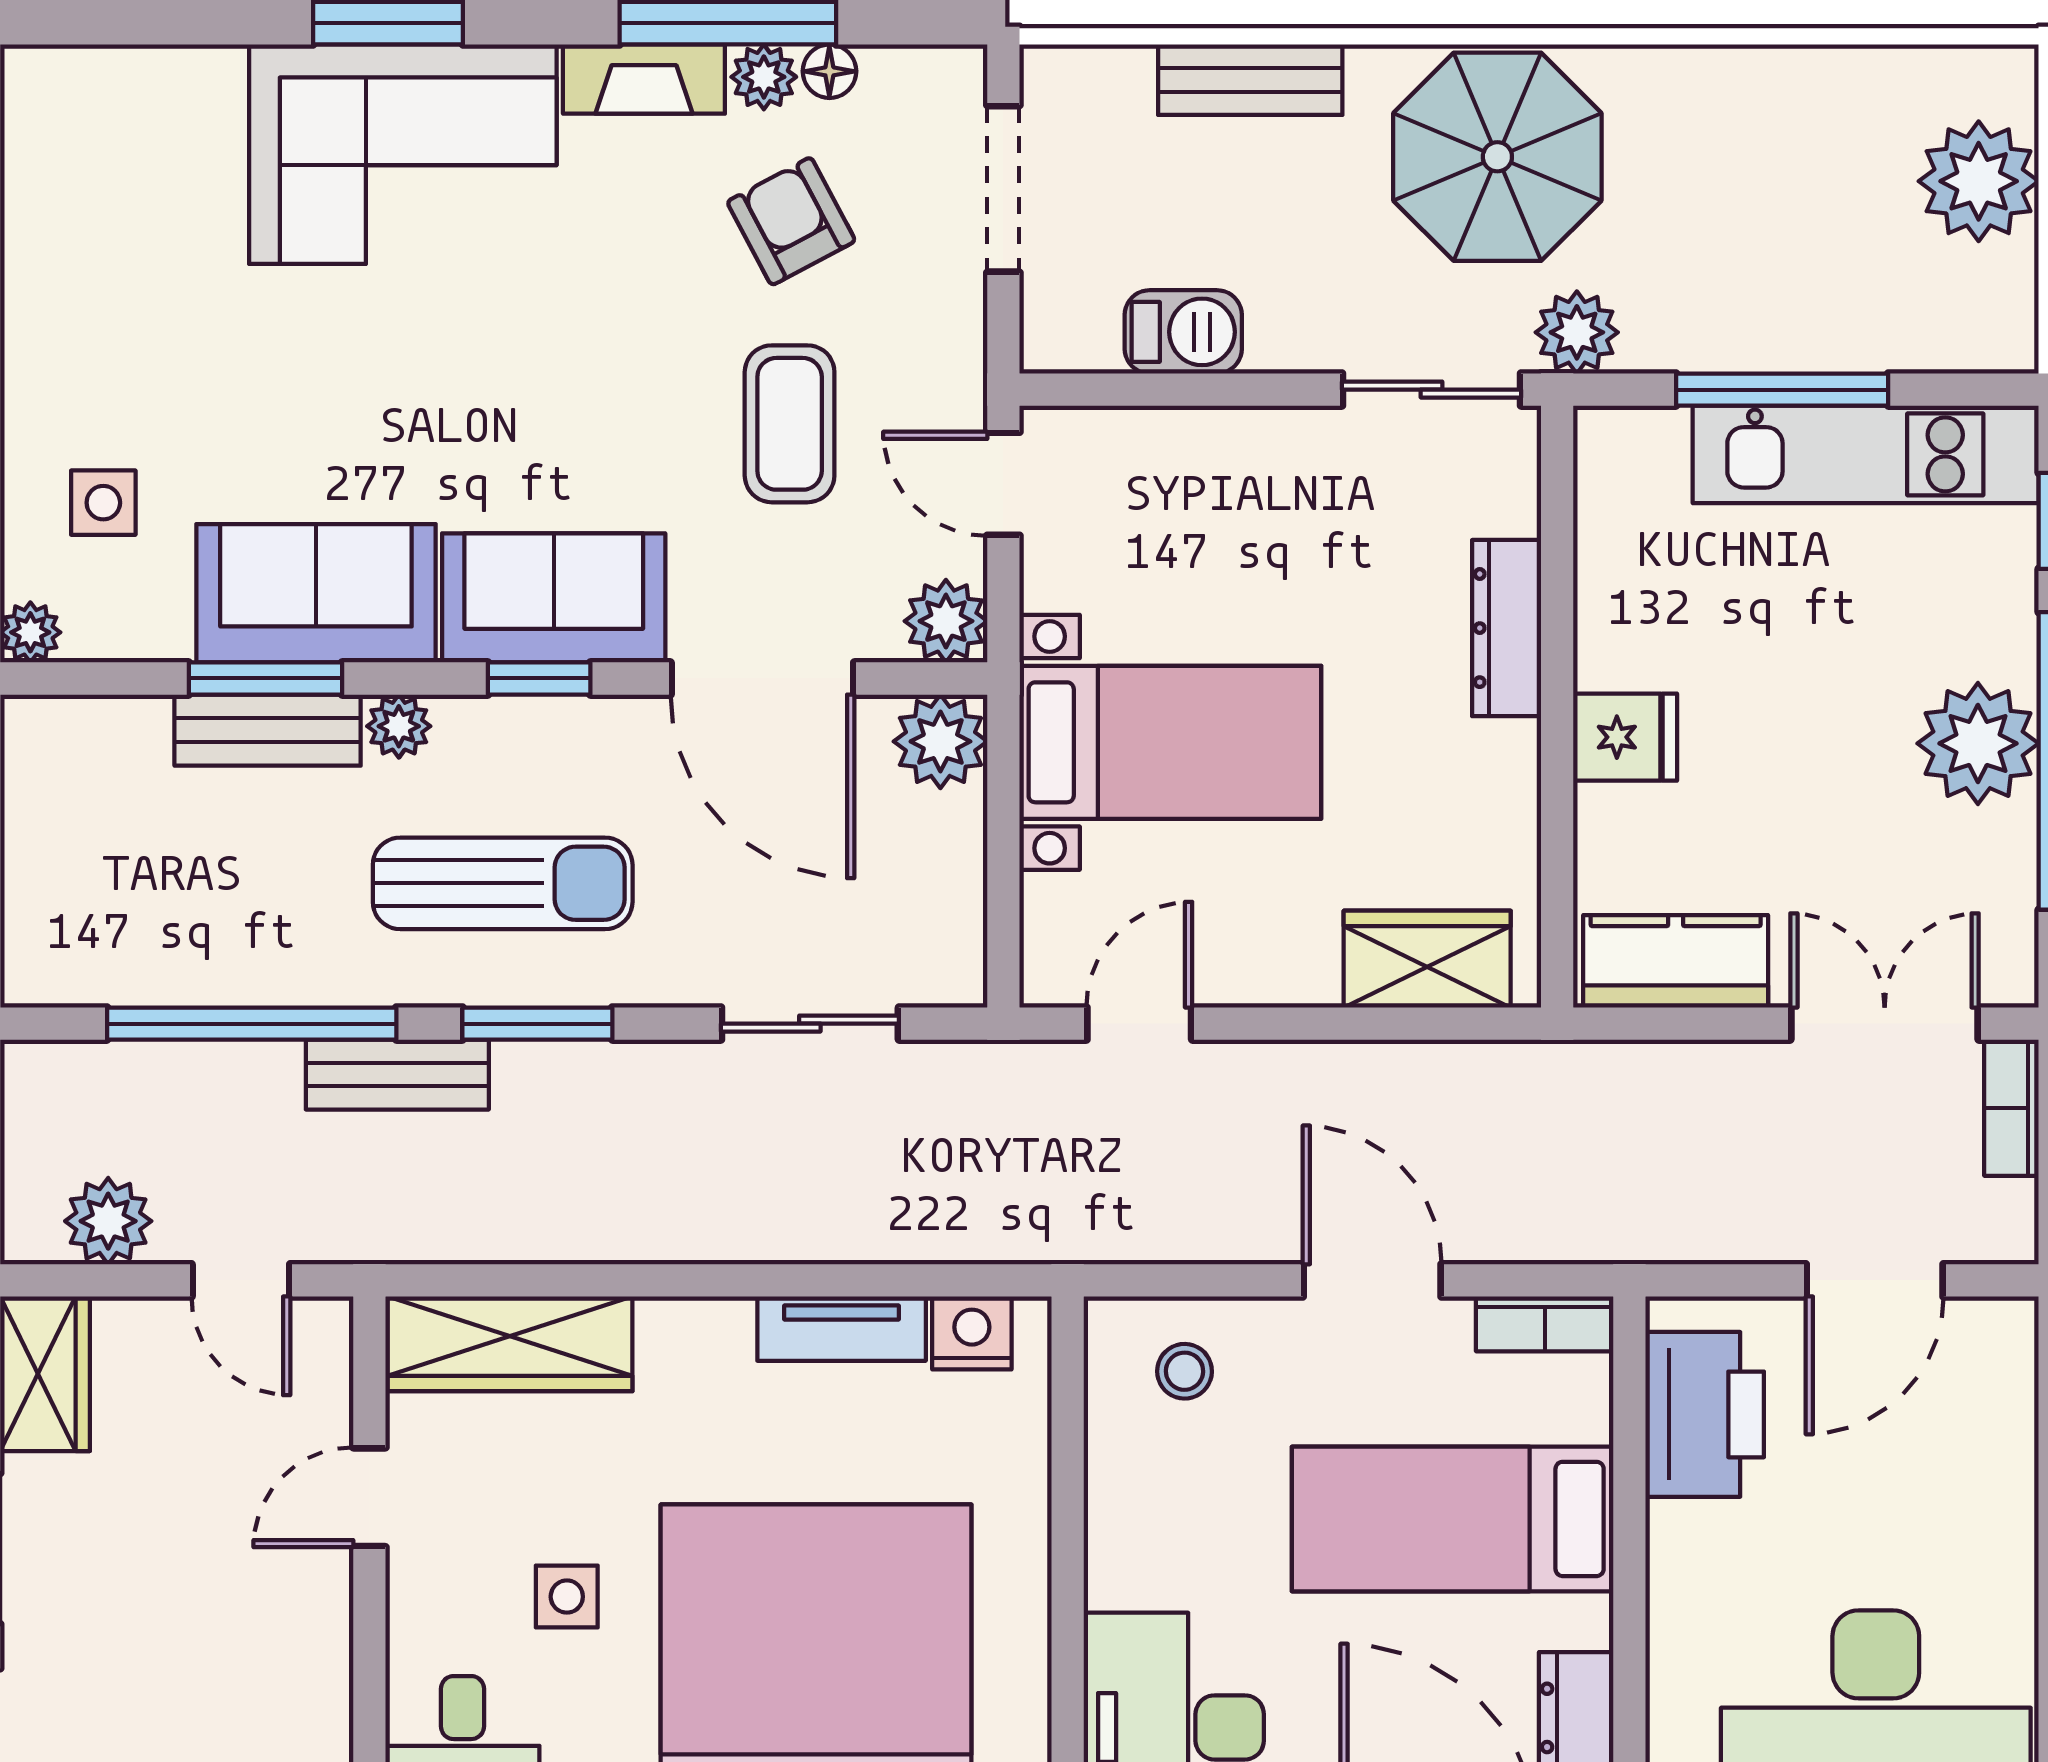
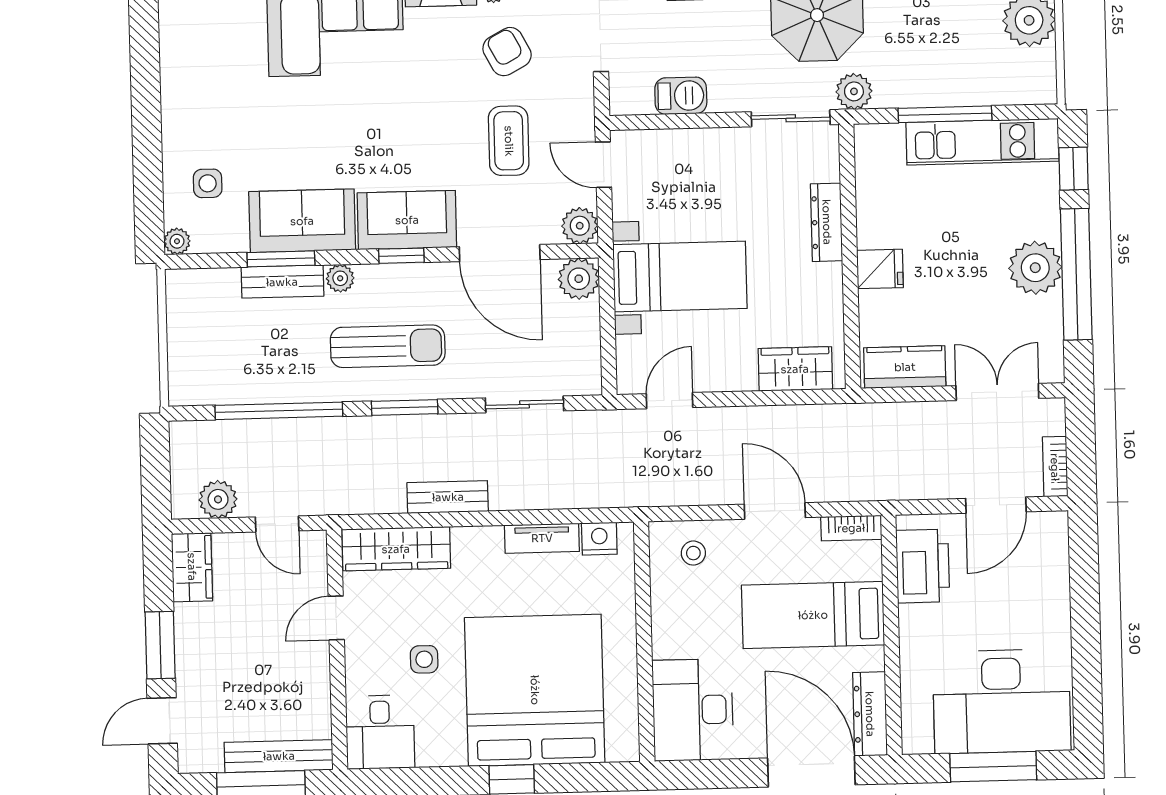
bench: (397, 1075) -> (448, 497), moved
bookcase: (2011, 1108) -> (1055, 467), moved

